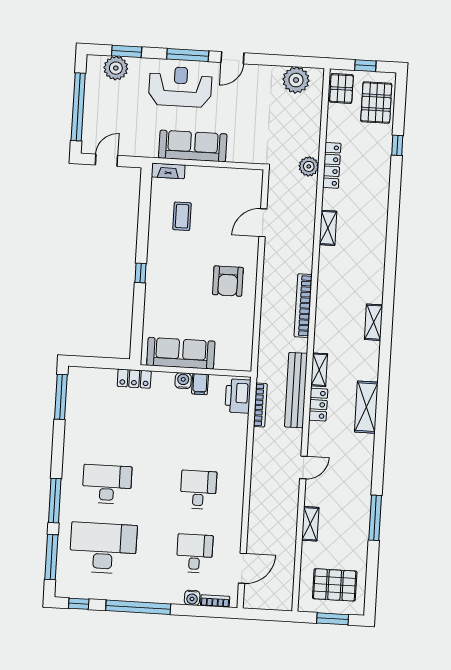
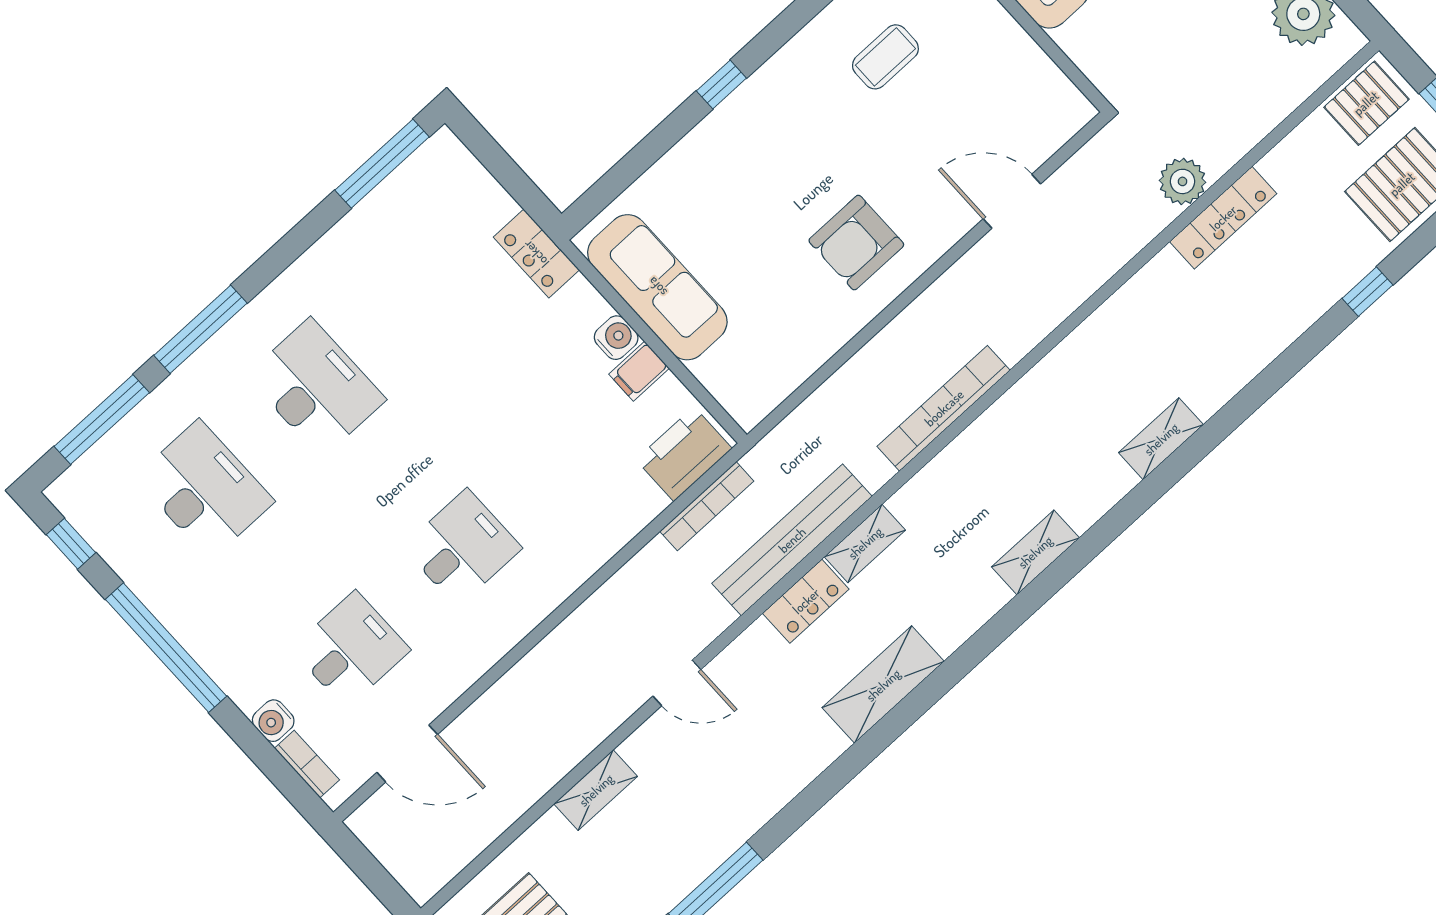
shelving: (328, 228) -> (1161, 439), moved
desk: (103, 548) -> (205, 489), width x0.73, depth x0.77

